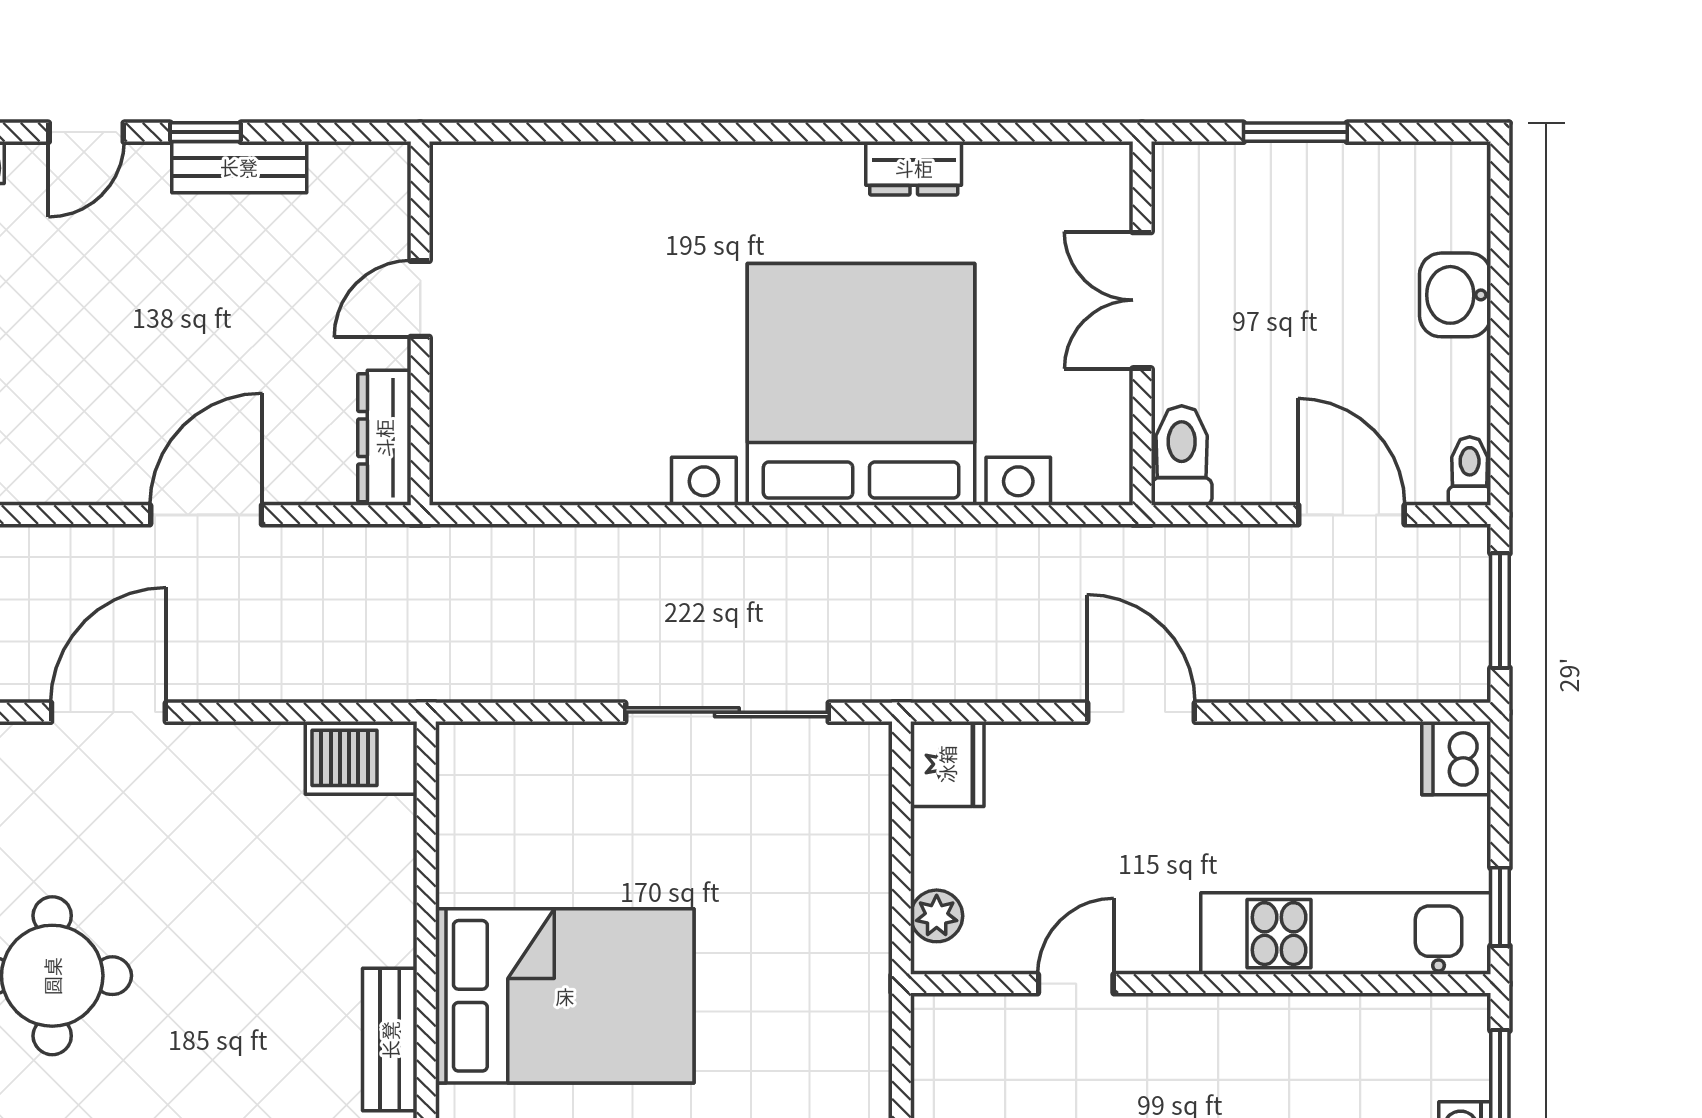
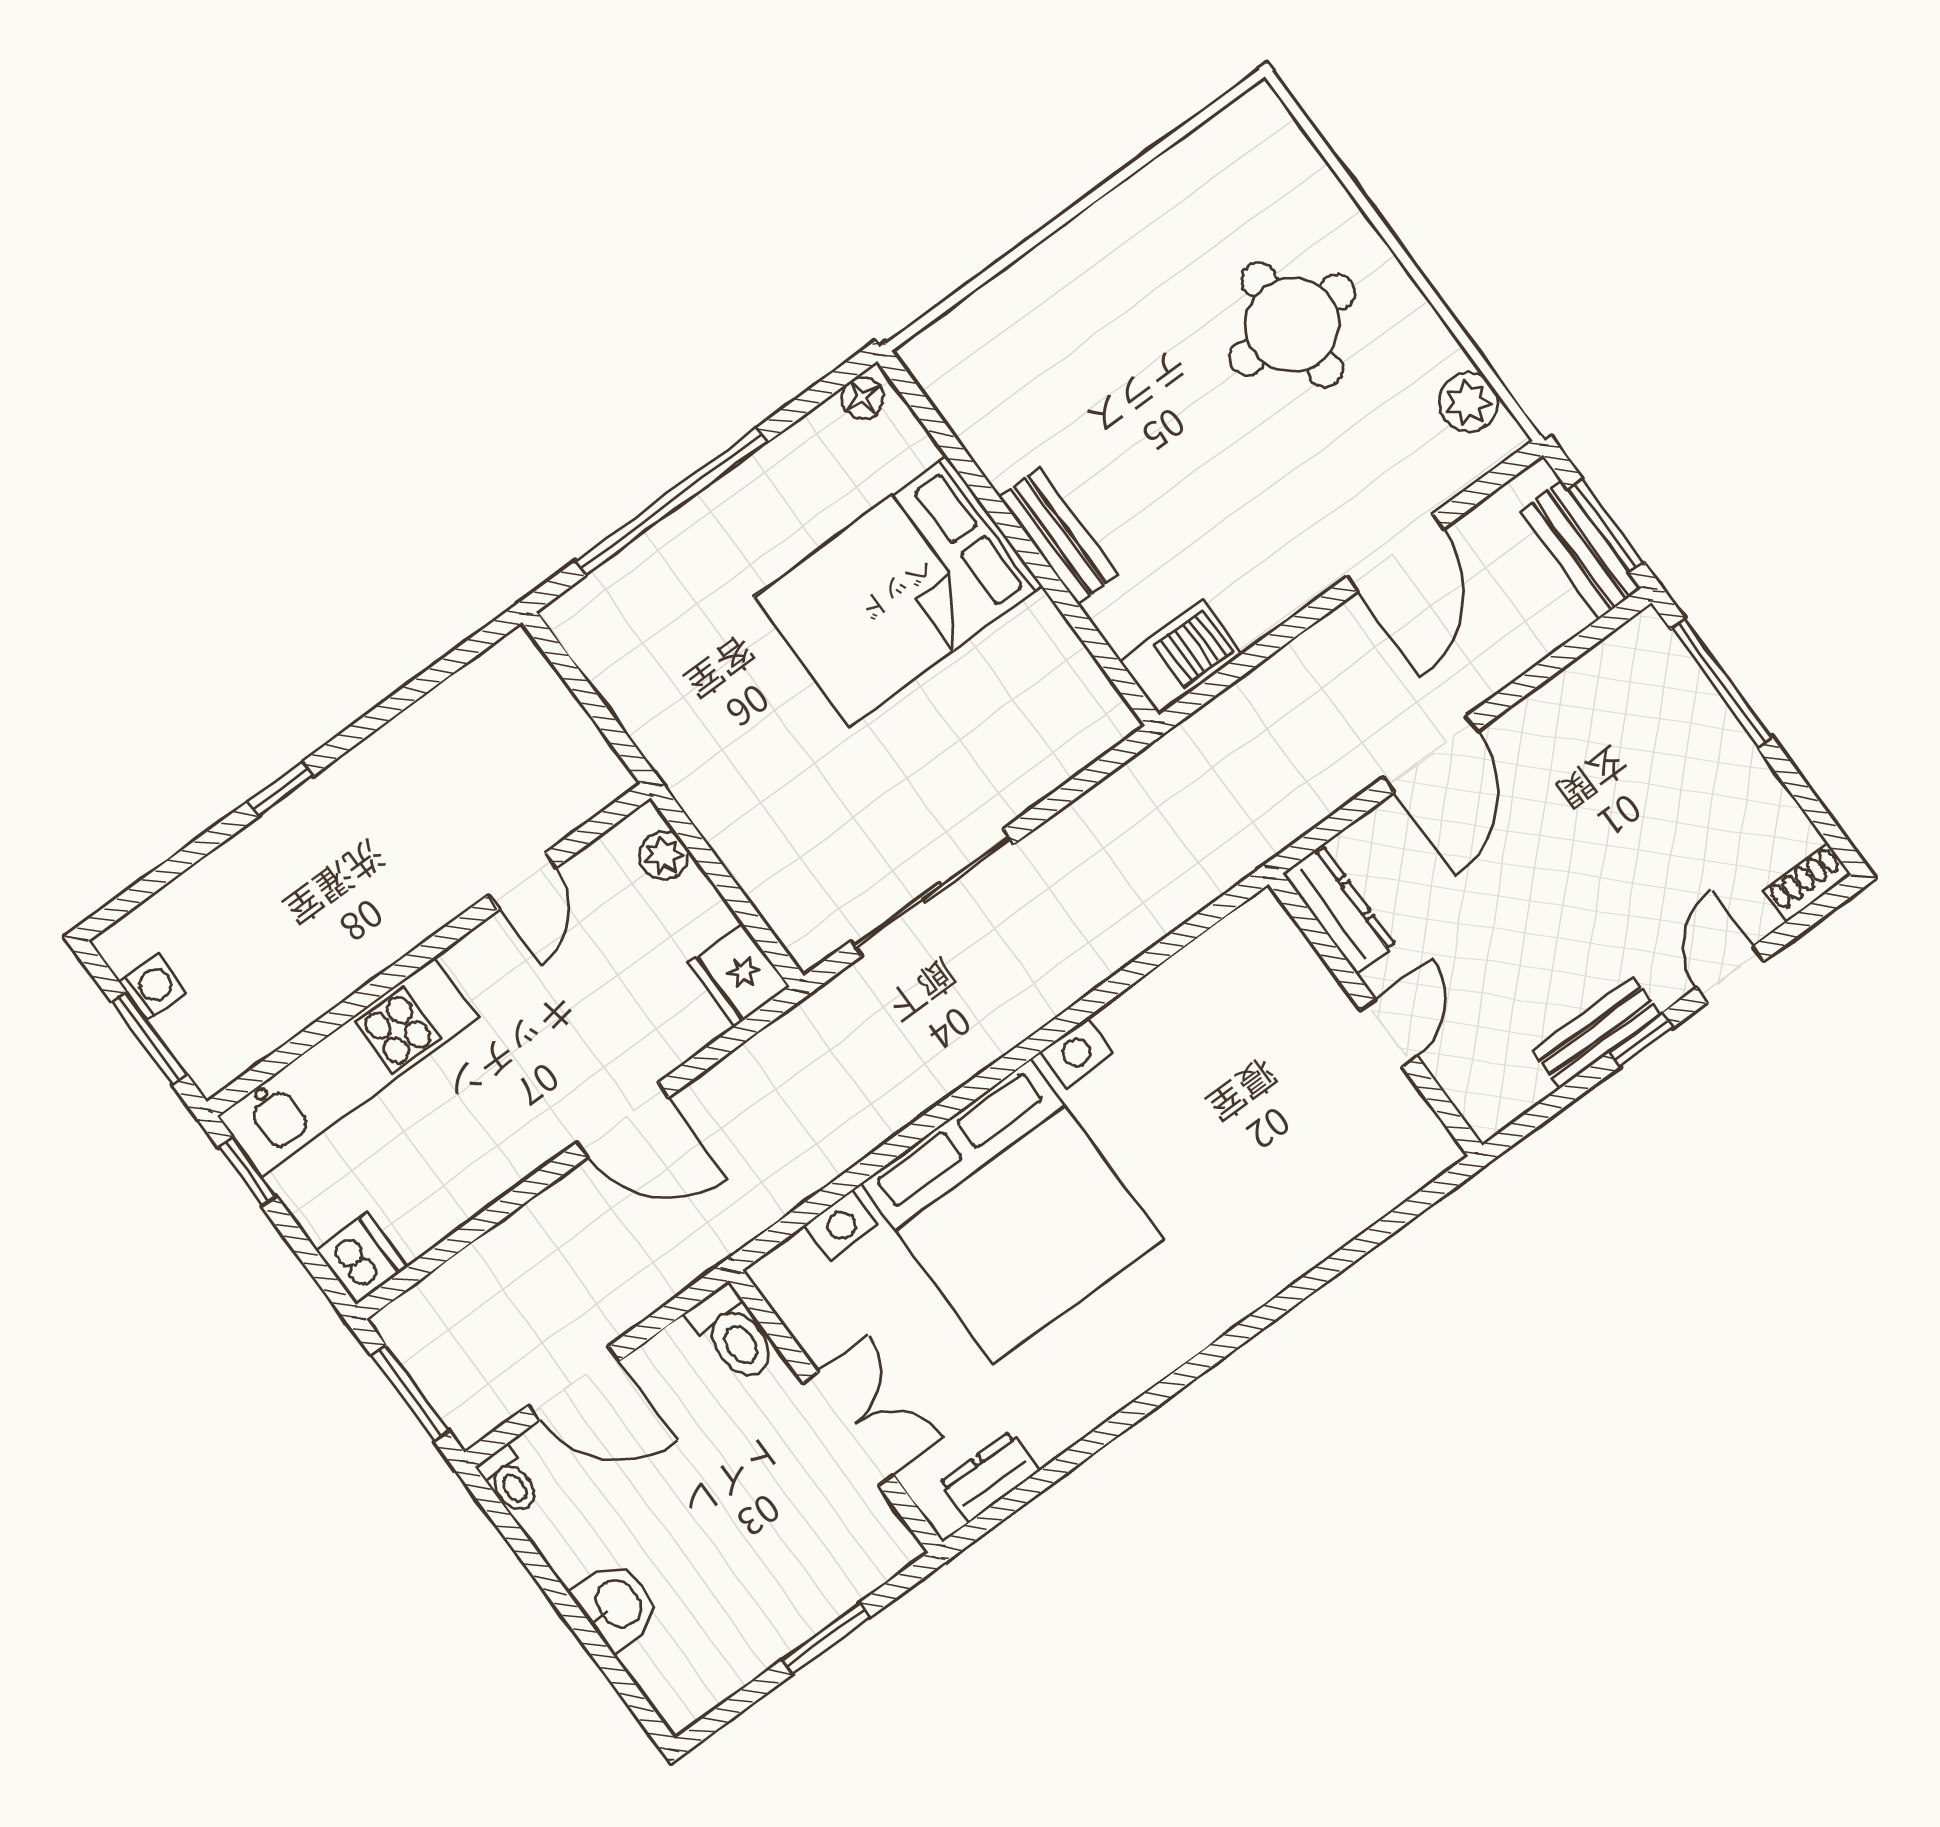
dresser: (914, 168) -> (989, 1477), moved
bench: (390, 1040) -> (1058, 536), moved

